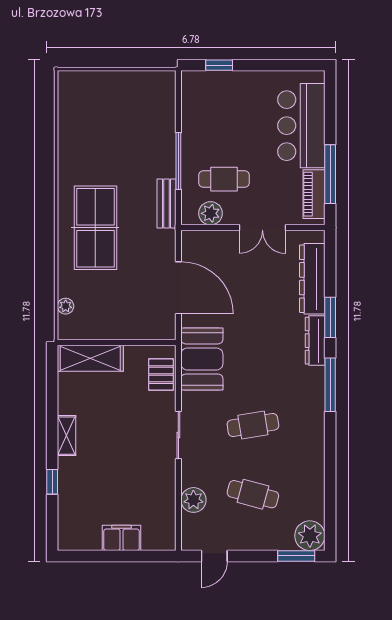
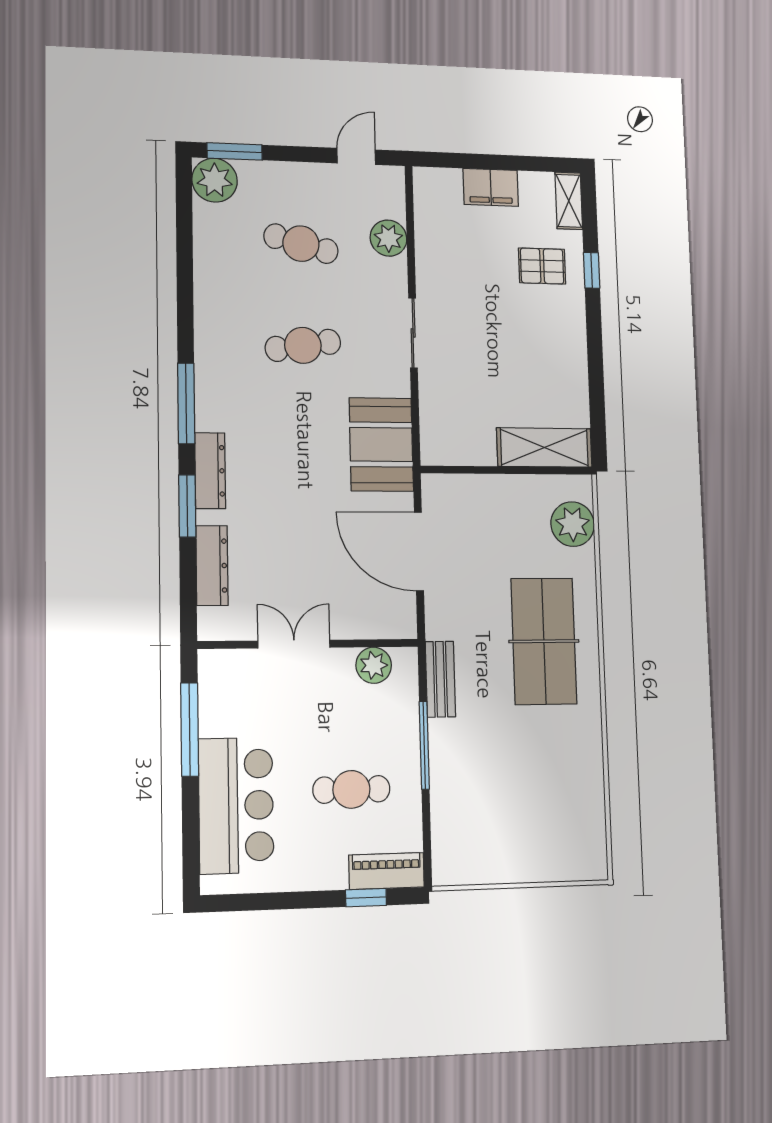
cafe table: (224, 179) -> (351, 789), moved
piano: (314, 194) -> (386, 871), moved, turned -90
dresser: (312, 279) -> (212, 566), width x0.73, depth x0.80
plant: (66, 306) -> (573, 524), width x1.87, depth x1.87
pallet: (161, 375) -> (542, 266), moved, turned 90
shelving: (67, 436) -> (569, 201), moved

